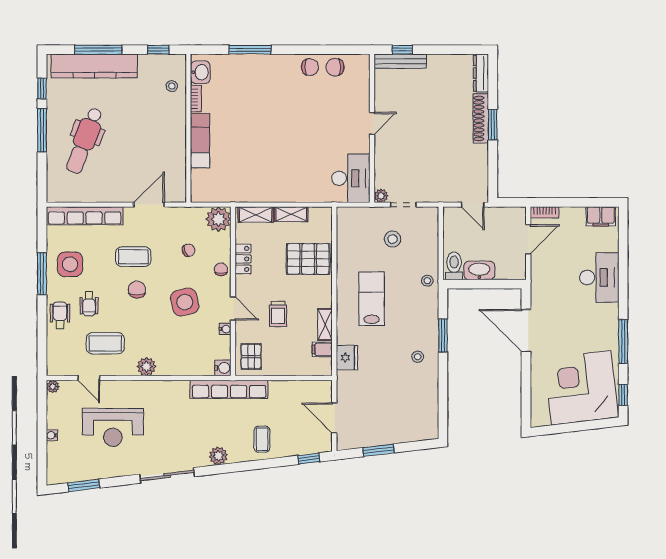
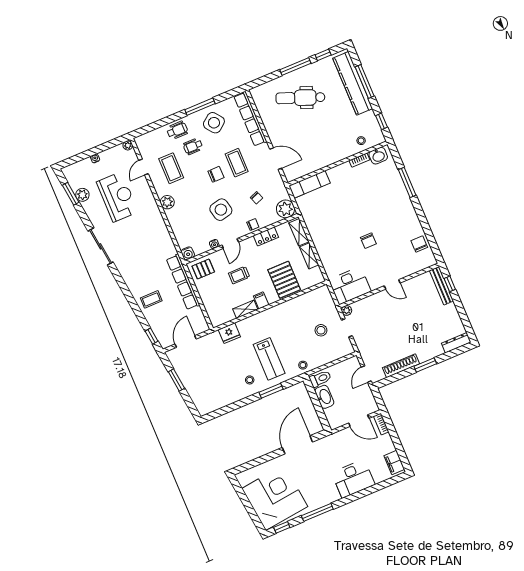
chair: (310, 67) -> (368, 241), moved
shoe rack: (481, 118) -> (401, 366), moved
exam couch: (200, 141) -> (309, 184), moved
side table: (70, 264) -> (214, 123), turned -38
lab bench: (372, 299) -> (269, 359), moved, turned 90
filing cabinet: (322, 349) -> (261, 300), moved
row of seats: (229, 389) -> (183, 282), moved
reception desk: (113, 427) -> (117, 197), turned 180
plant: (218, 456) -> (82, 195), moved

